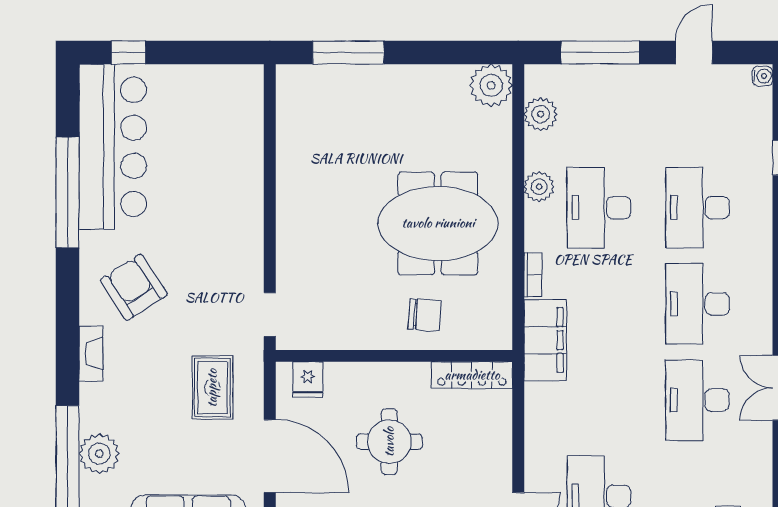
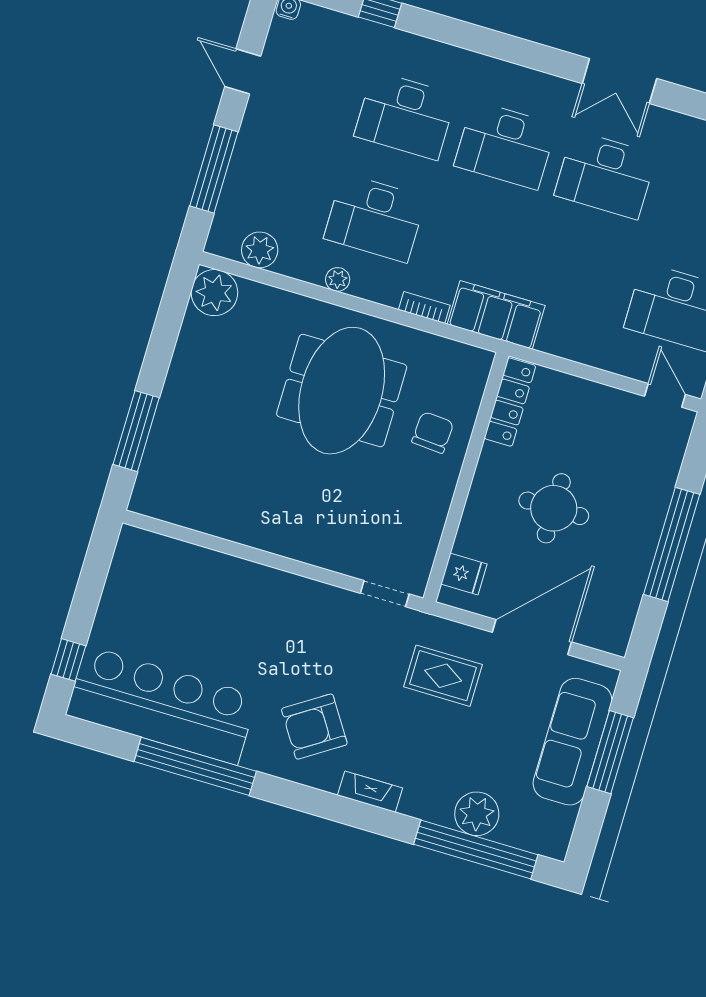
plant: (539, 187) -> (338, 279), width x0.73, depth x0.73

